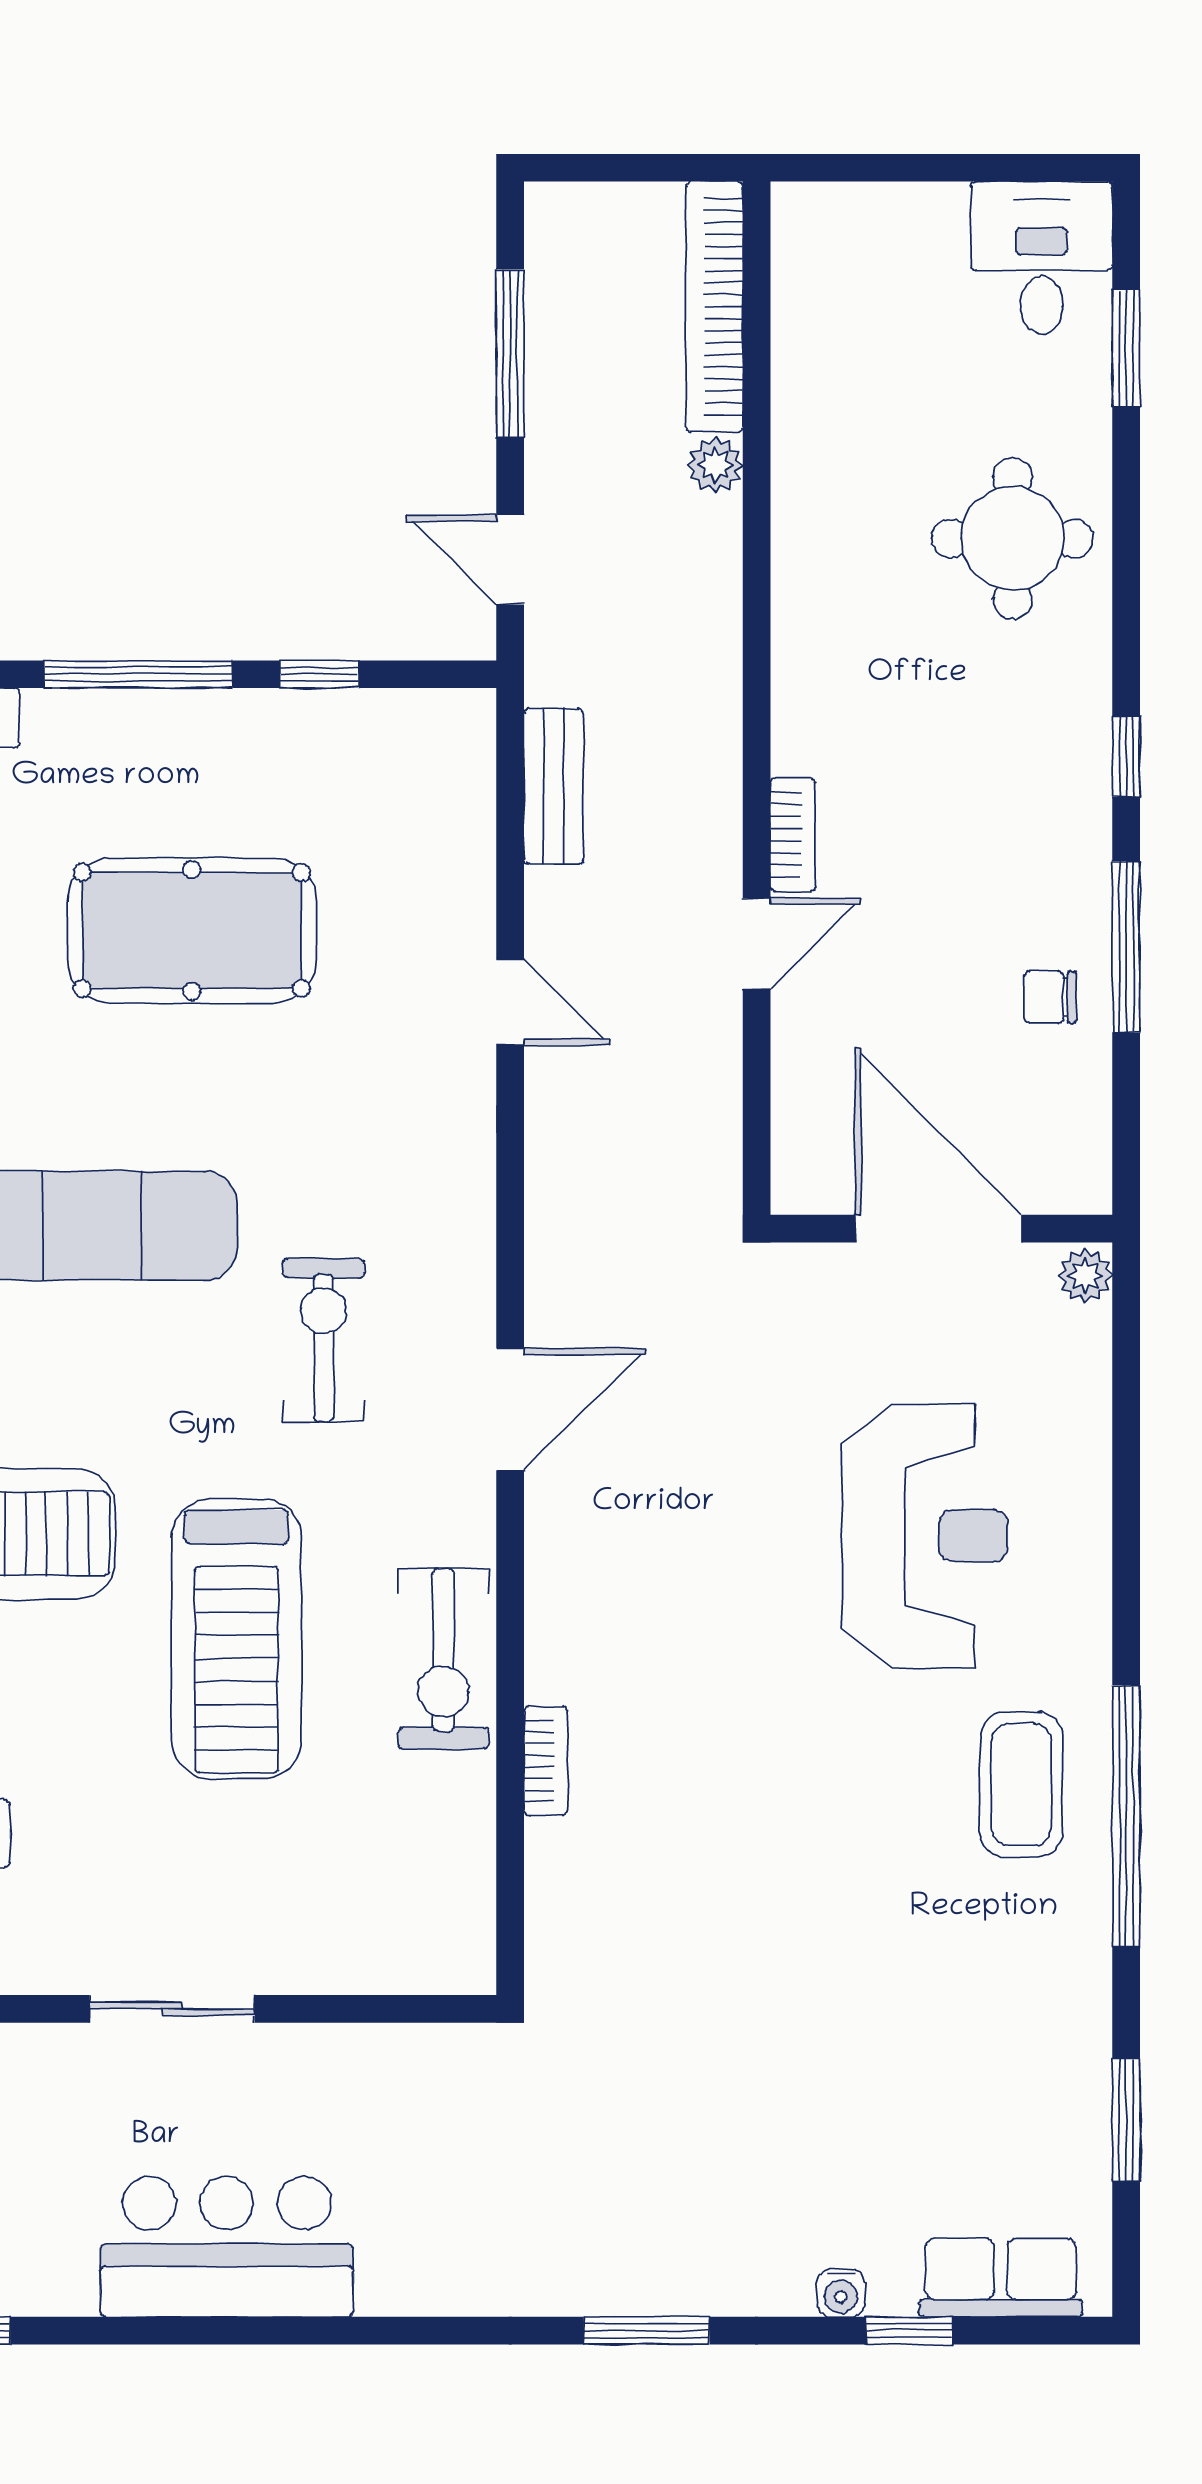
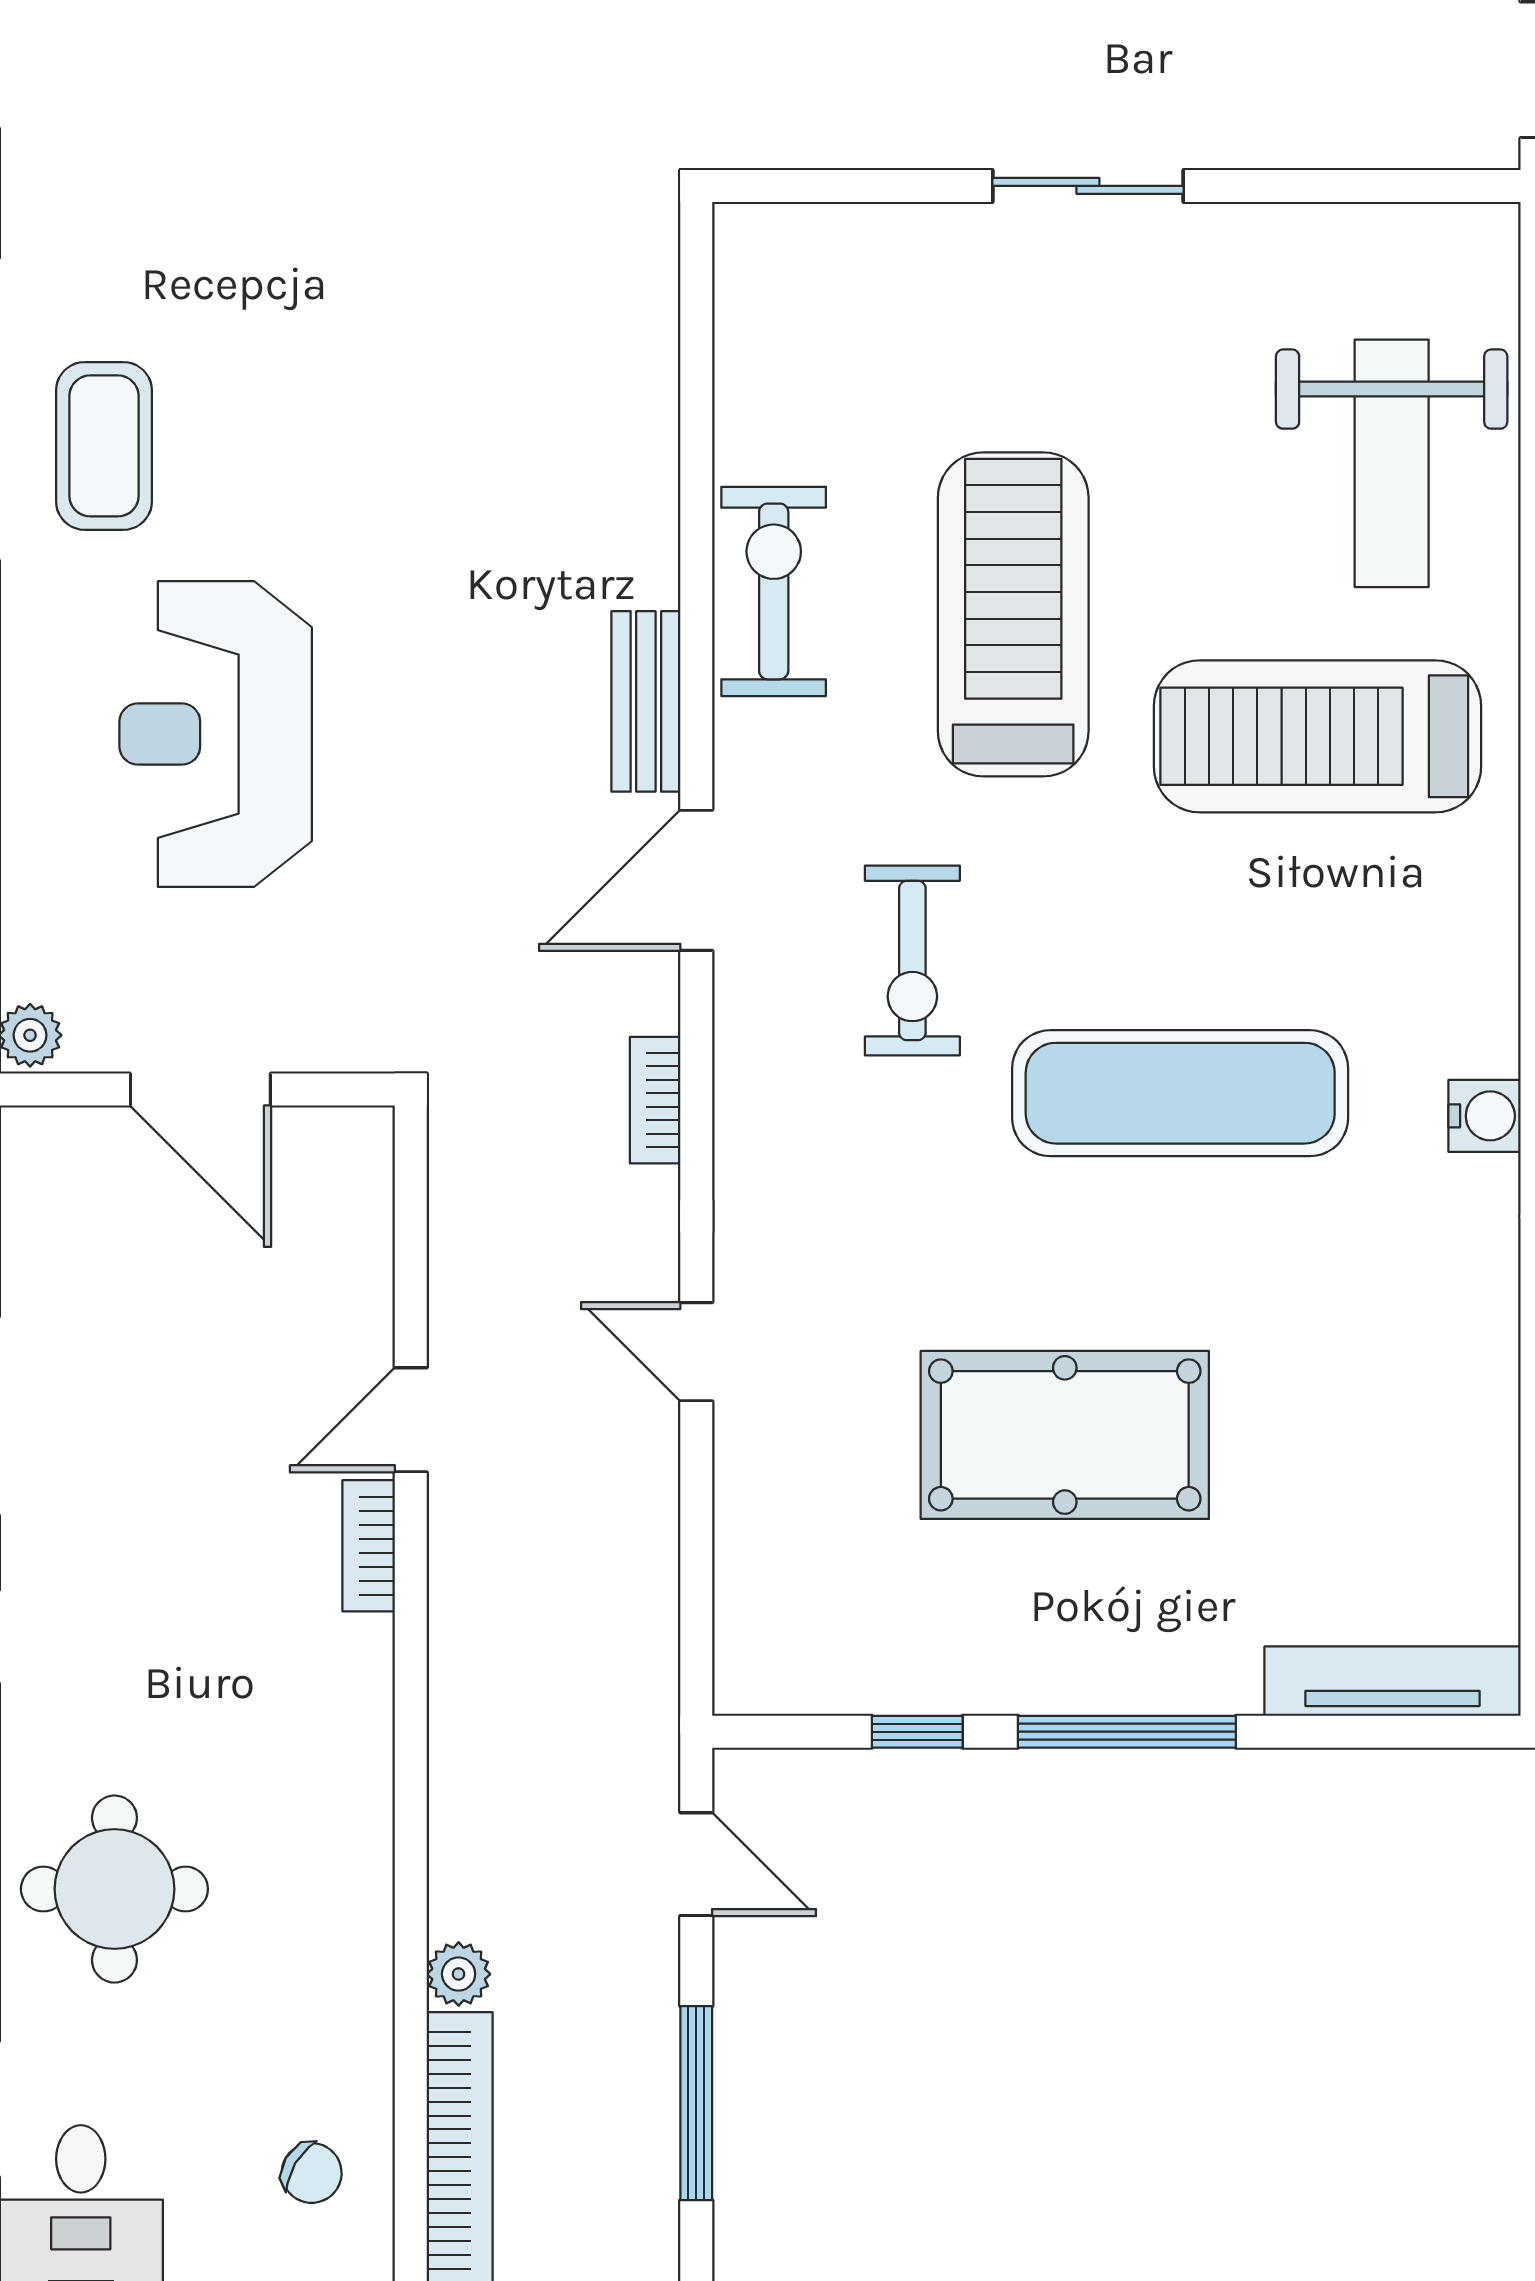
bench: (554, 786) -> (646, 701), moved
chair: (1050, 997) -> (312, 2173), moved, turned 31
door: (938, 1229) -> (200, 1090), width x0.73
bookcase: (546, 1761) -> (655, 1100), moved

